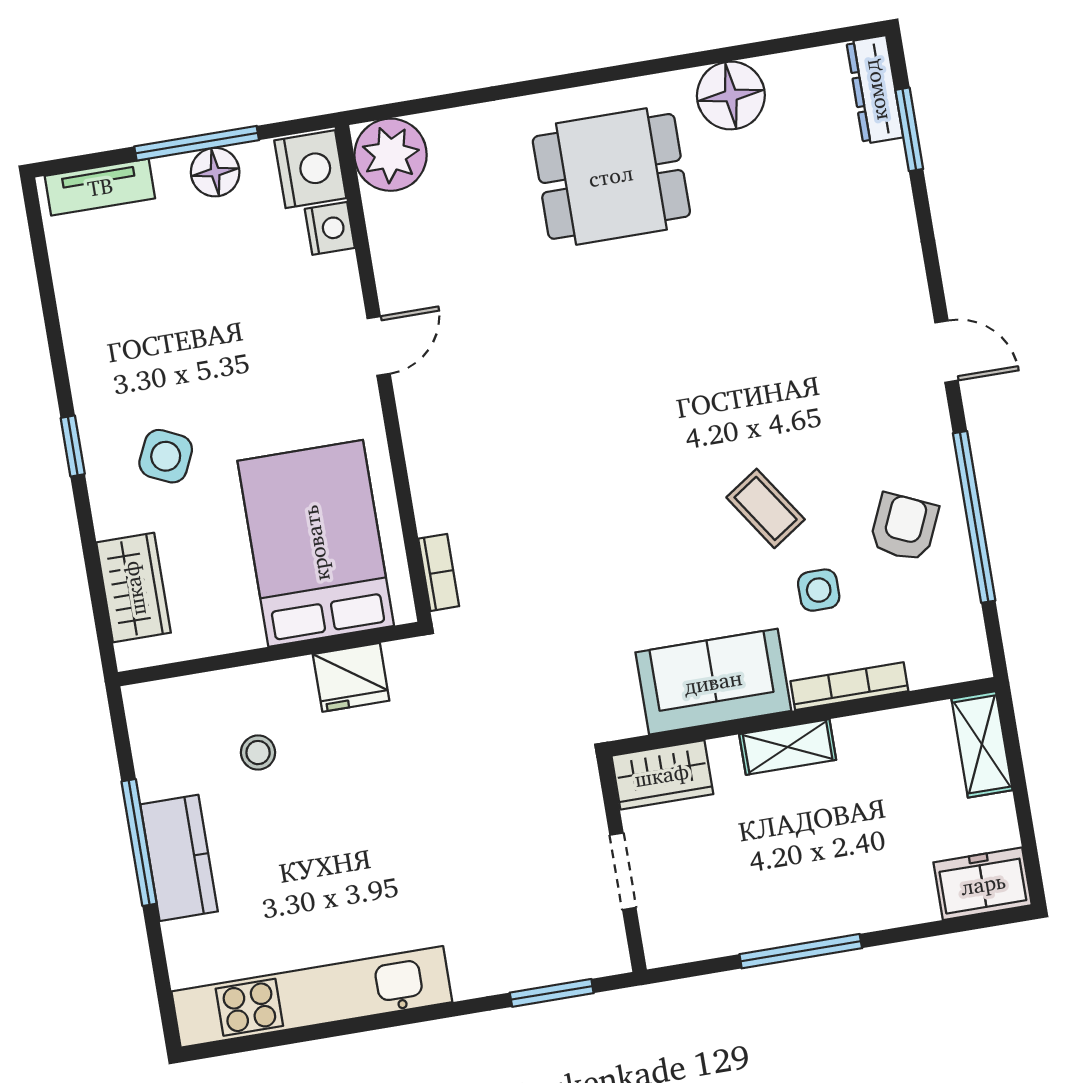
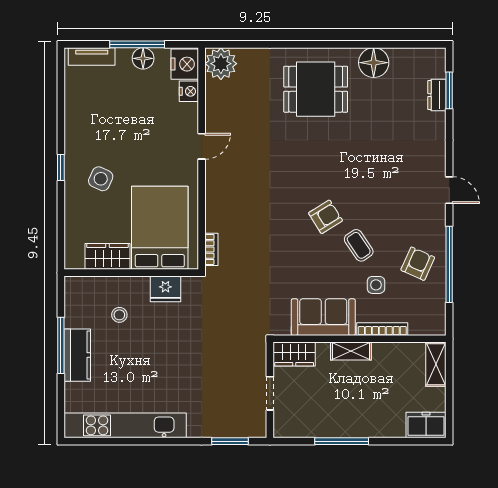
dresser: (875, 90) -> (437, 95), moved, width x0.70
armchair: (681, 457) -> (326, 217), added
wardrobe: (134, 588) -> (108, 256), moved, turned -90

